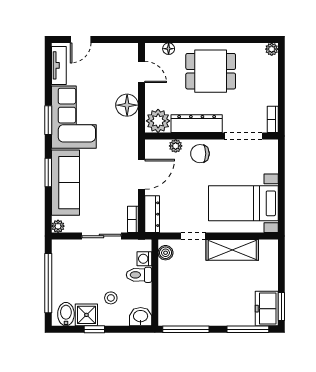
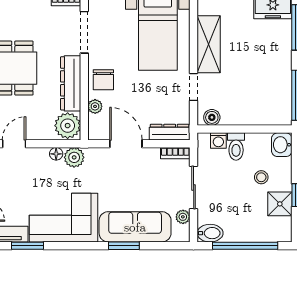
floor lamp: (127, 105) -> (56, 154), width x0.53, depth x0.53
window: (48, 120) -> (27, 246), moved
plant: (129, 127) -> (74, 157), added
plant: (58, 226) -> (183, 217), moved
bidet: (66, 314) -> (210, 233), moved, turned 180

